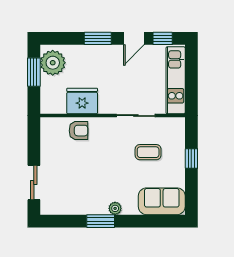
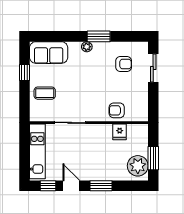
door: (134, 38) -> (71, 186), hinge flipped
fridge: (82, 101) -> (120, 132), width x0.53, depth x0.75
coffee table: (148, 152) -> (45, 93), moved
window: (191, 158) -> (24, 72), moved
armchair: (70, 187) -> (124, 64), added

